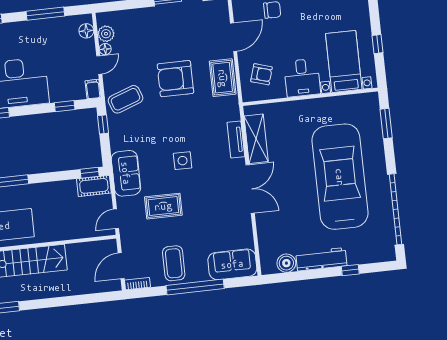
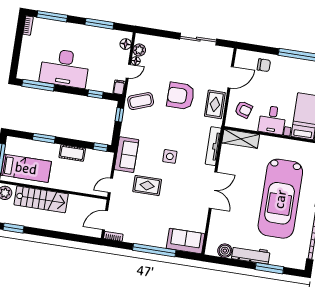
shelving: (256, 139) -> (241, 139), moved, turned 90
tv unit: (236, 140) -> (213, 146), width x1.41
car: (340, 177) -> (280, 199), turned 180
cot: (94, 186) -> (72, 153), moved
coffee table: (174, 263) -> (143, 229), removed
window: (350, 270) -> (269, 268), width x2.17

